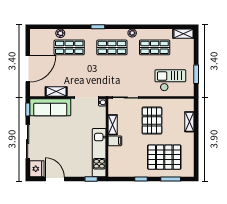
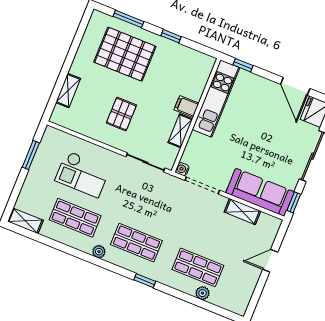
door: (28, 69) -> (270, 261), width x0.53
checkout: (170, 80) -> (83, 174), moved
pallet: (152, 121) -> (121, 114), width x0.67, depth x0.71

